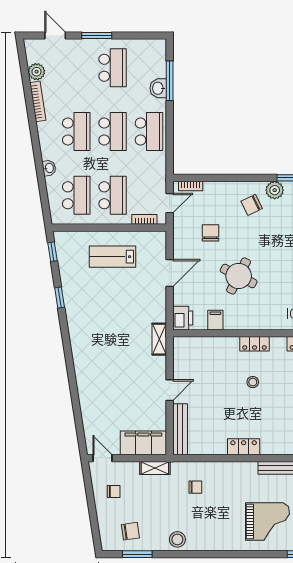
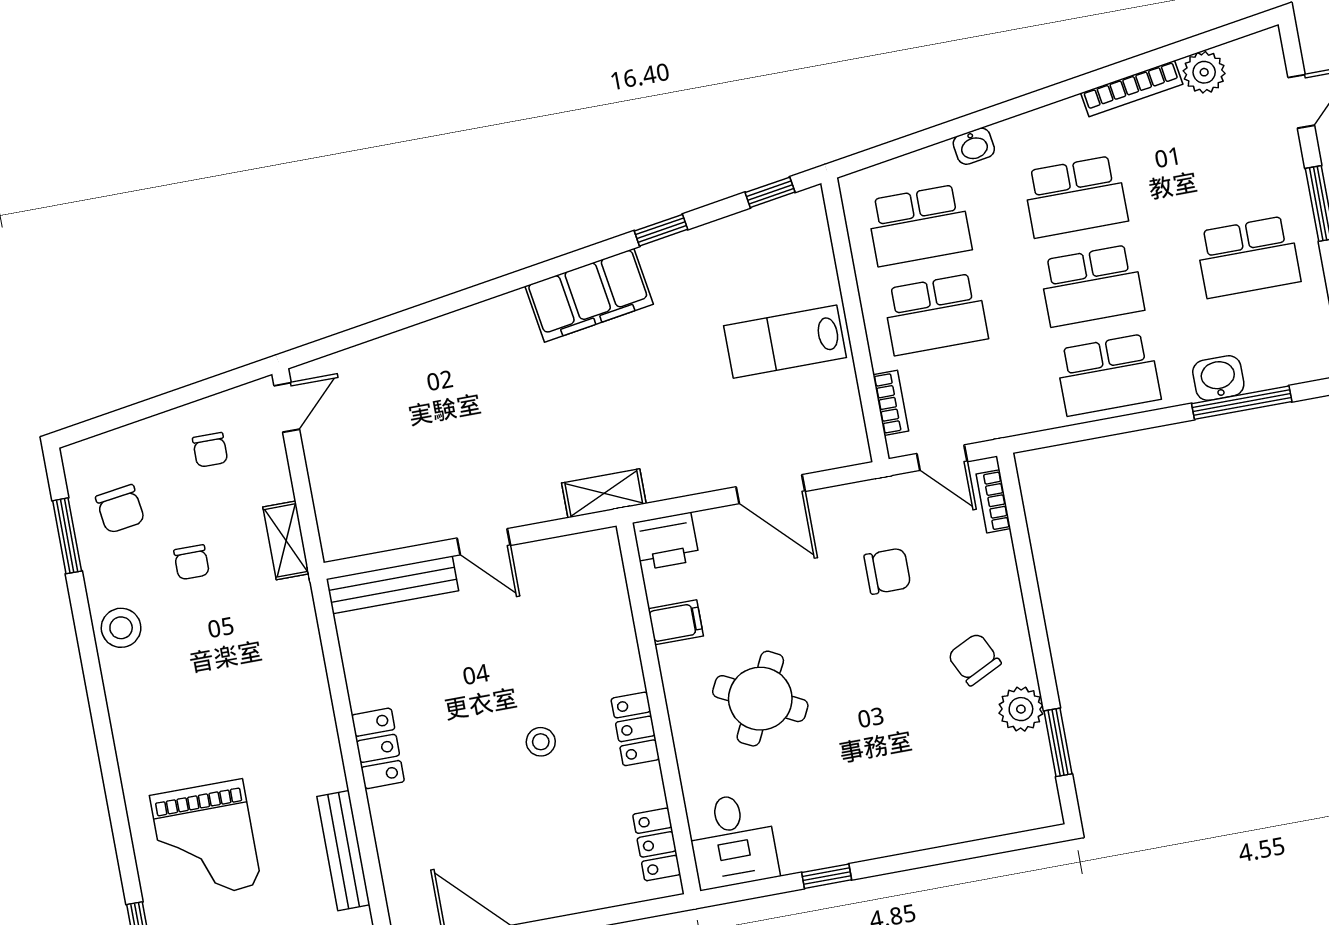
lab bench: (113, 257) -> (785, 342), turned -90
round table: (239, 276) -> (760, 699), moved
filing cabinet: (143, 443) -> (589, 295), moved, turned 81
chair: (195, 487) -> (192, 562), moved

